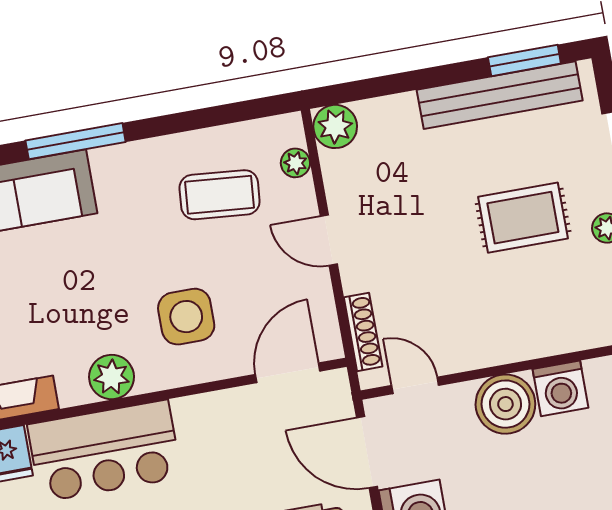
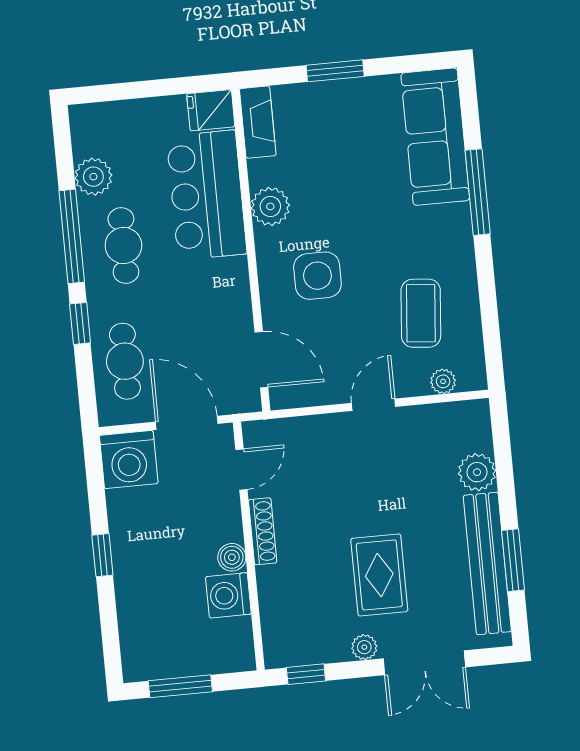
window: (524, 60) -> (513, 560), moved
plant: (335, 126) -> (477, 472), moved
shoe rack: (363, 332) -> (263, 531), moved, turned -90
boiler: (505, 404) -> (232, 557), width x0.54, depth x0.54
door: (367, 452) -> (187, 423), hinge flipped

